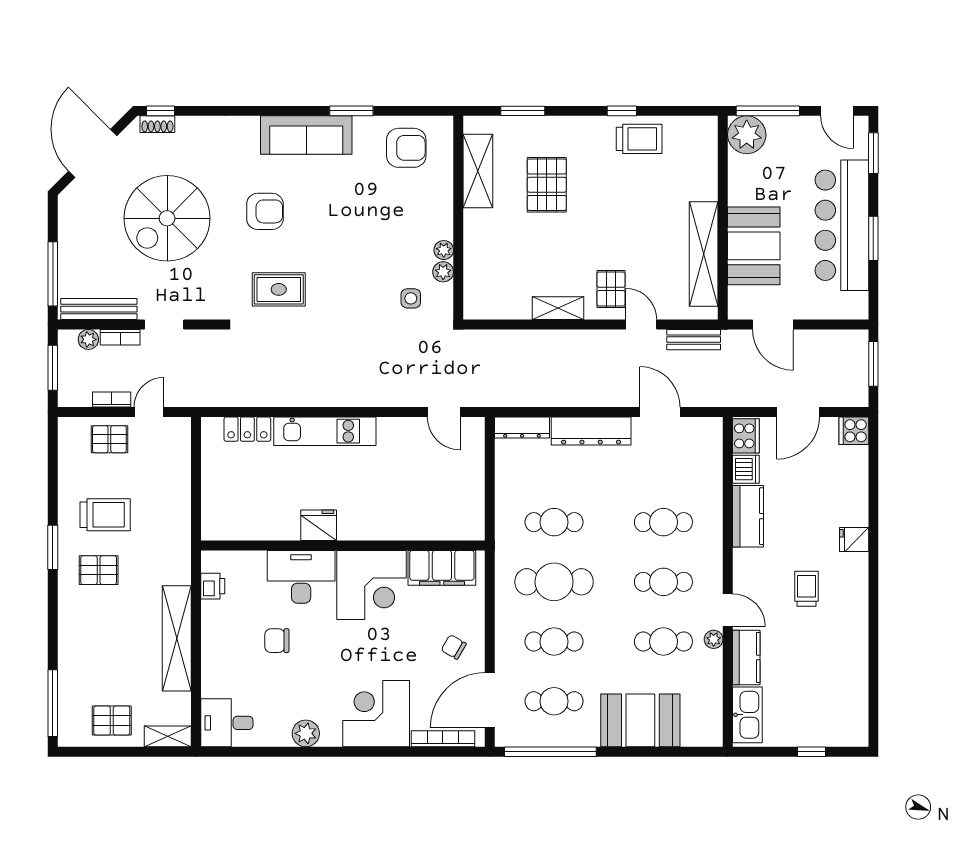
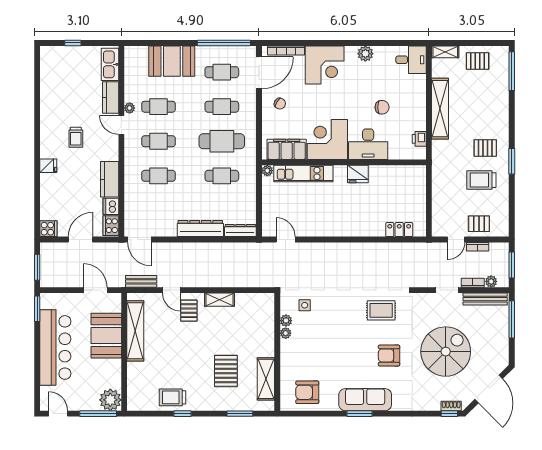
window: (351, 111) -> (359, 414), moved
window: (873, 153) -> (37, 389), removed
window: (873, 238) -> (37, 309), moved
door: (660, 412) -> (139, 240), moved
kitchen unit: (325, 431) -> (303, 173), moved, turned 180
plant: (475, 531) -> (267, 171), added

